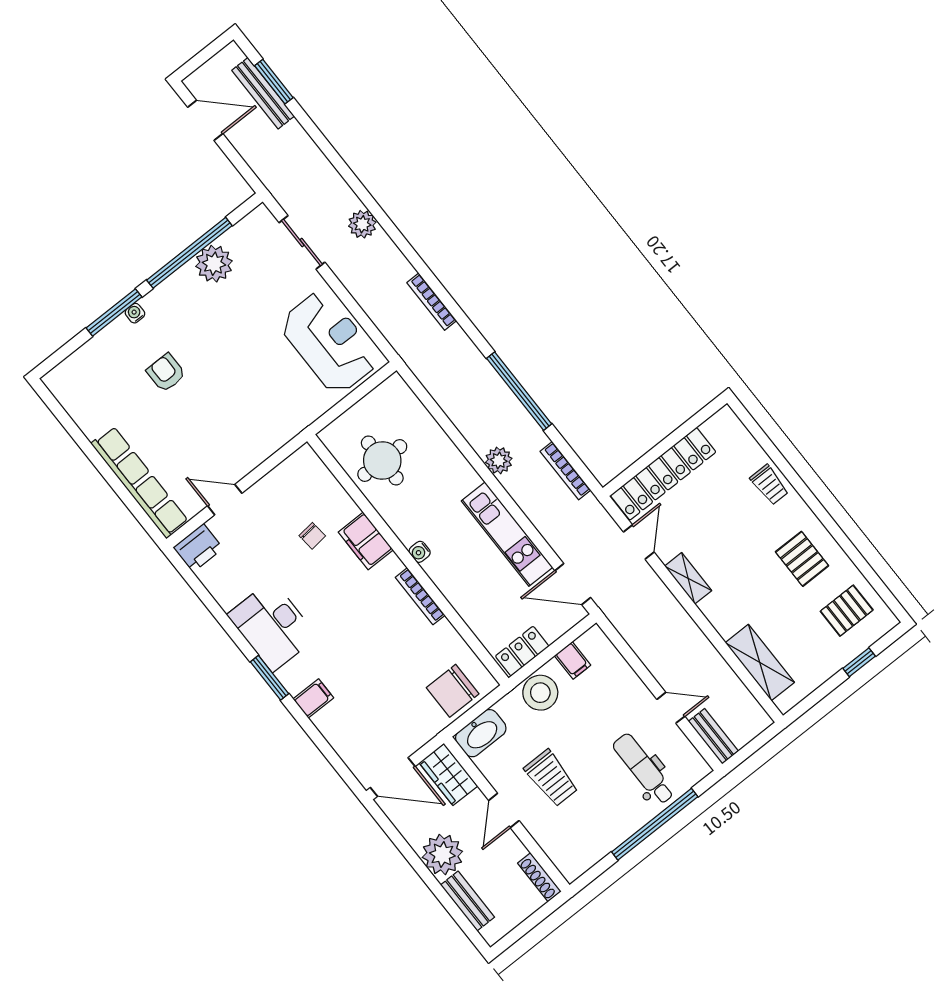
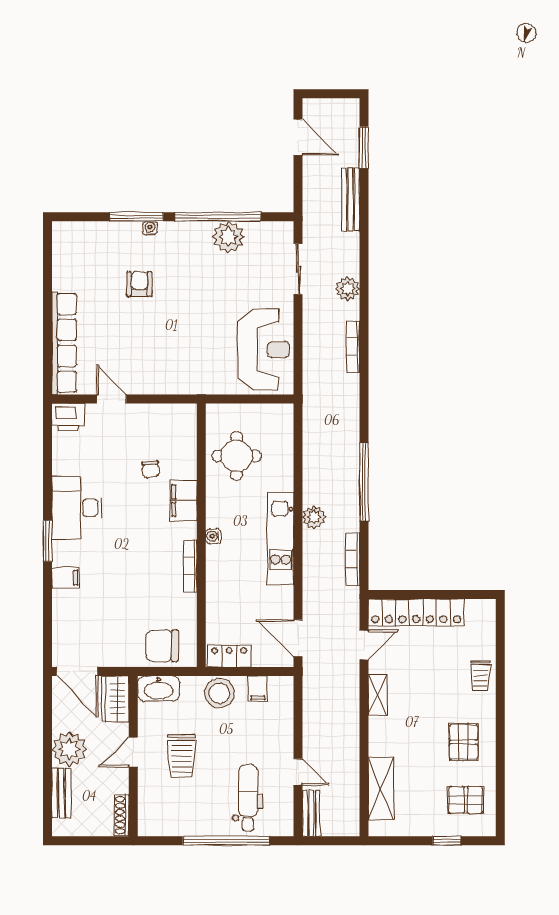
bench: (263, 93) -> (351, 199), moved
bookcase: (432, 302) -> (353, 347), moved
kitchen unit: (507, 534) -> (281, 538), moved

